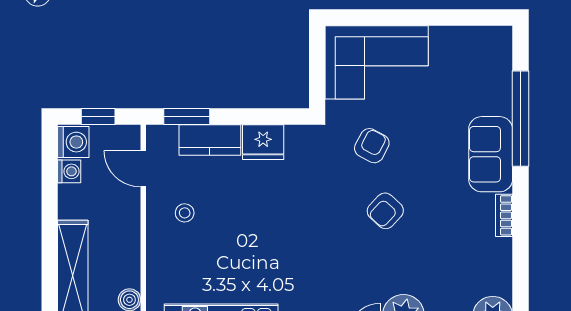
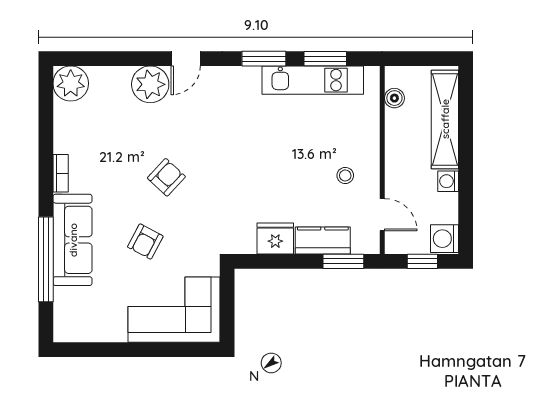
armchair: (372, 146) -> (145, 242), moved
sofa: (491, 154) -> (73, 240), width x1.36
washing machine: (69, 171) -> (448, 181), moved

